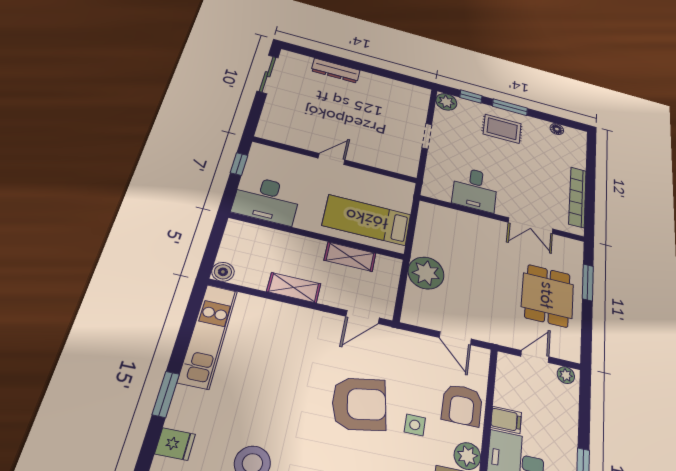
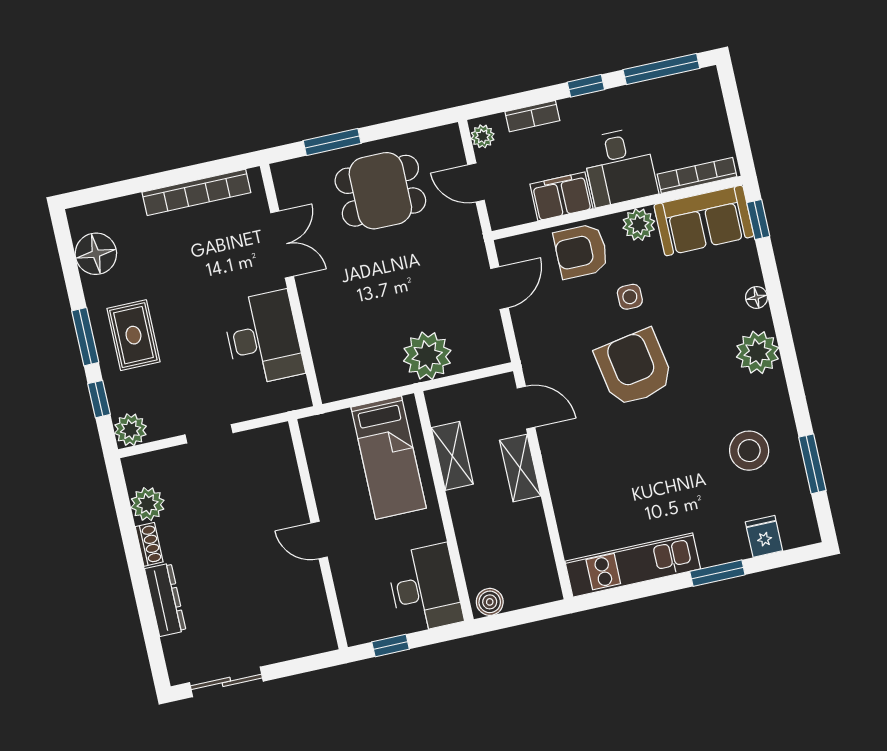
shoe rack: (373, 79) -> (149, 544), added
plant: (398, 89) -> (148, 504), added
floor lamp: (557, 129) -> (96, 254), width x1.89, depth x1.89
desk: (475, 189) -> (263, 338), width x1.37
boiler: (223, 272) -> (490, 602), moved
shelving: (294, 288) -> (520, 468), moved
armchair: (462, 405) -> (581, 251), turned 180
bookcase: (571, 415) -> (532, 116), added
filing cabinet: (506, 420) -> (561, 196), width x2.00

